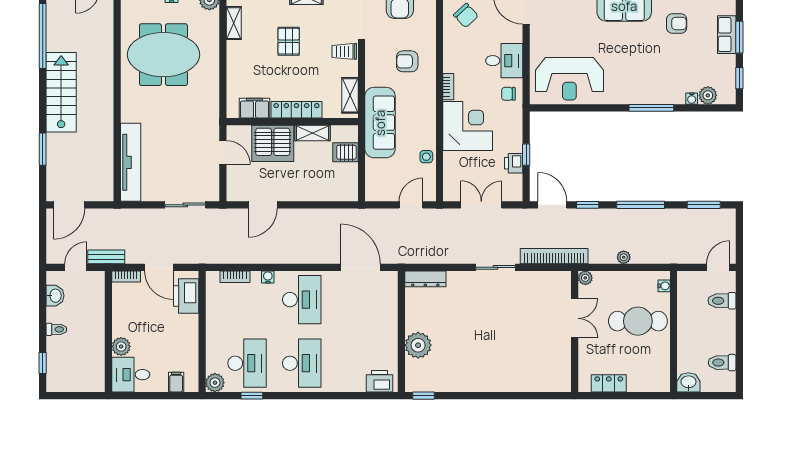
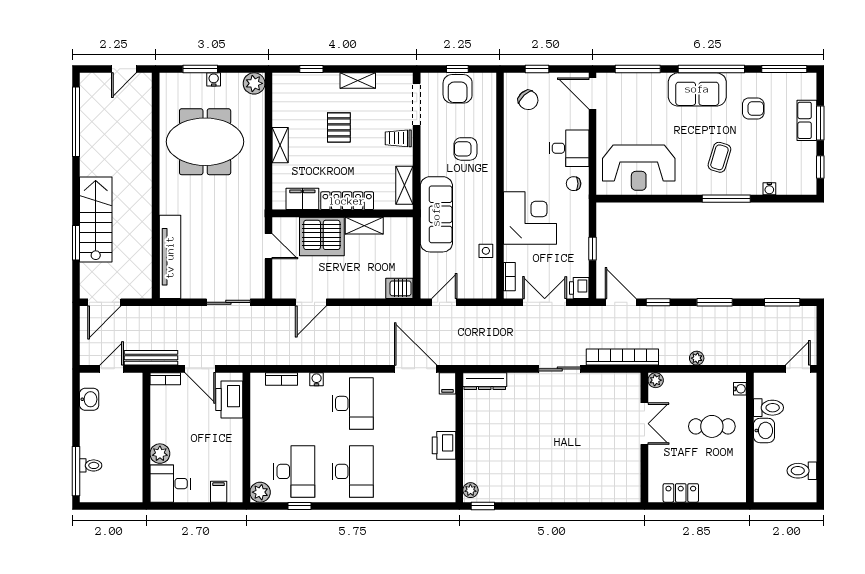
shelving: (234, 23) -> (280, 145), moved
coffee table: (645, 69) -> (719, 157), added
bookcase: (448, 87) -> (509, 277), moved
stairs: (61, 92) -> (96, 219), moved
plant: (708, 95) -> (787, 185), removed
server rack: (345, 152) -> (399, 288), moved
printer: (514, 163) -> (579, 288), moved
door: (411, 205) -> (444, 302), moved
window: (641, 205) -> (715, 302), width x0.69
bench: (106, 257) -> (151, 358), width x1.36
filing cabinet: (390, 281) -> (447, 383), added
toilet: (722, 301) -> (768, 408), moved, turned 180
cafe table: (638, 321) -> (712, 426), width x0.73, depth x0.74
toilet: (56, 329) -> (91, 465), moved
plant: (418, 345) -> (470, 490), moved, width x0.53, depth x0.53
window: (43, 363) -> (76, 471), width x2.17
printer: (379, 381) -> (444, 445), moved, turned -90
washbasin: (688, 382) -> (764, 430), moved, turned 90

